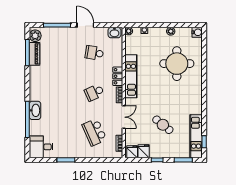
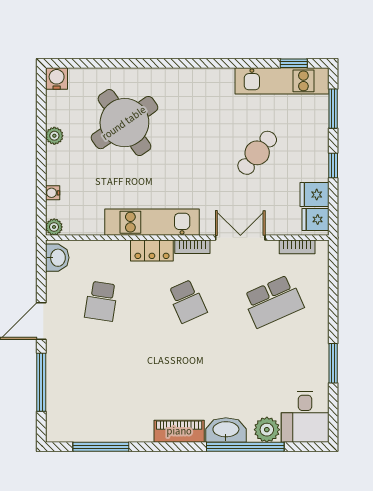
plant: (35, 36) -> (267, 430), moved
piano: (34, 54) -> (179, 431), moved
round table: (177, 64) -> (124, 123), turned -35

